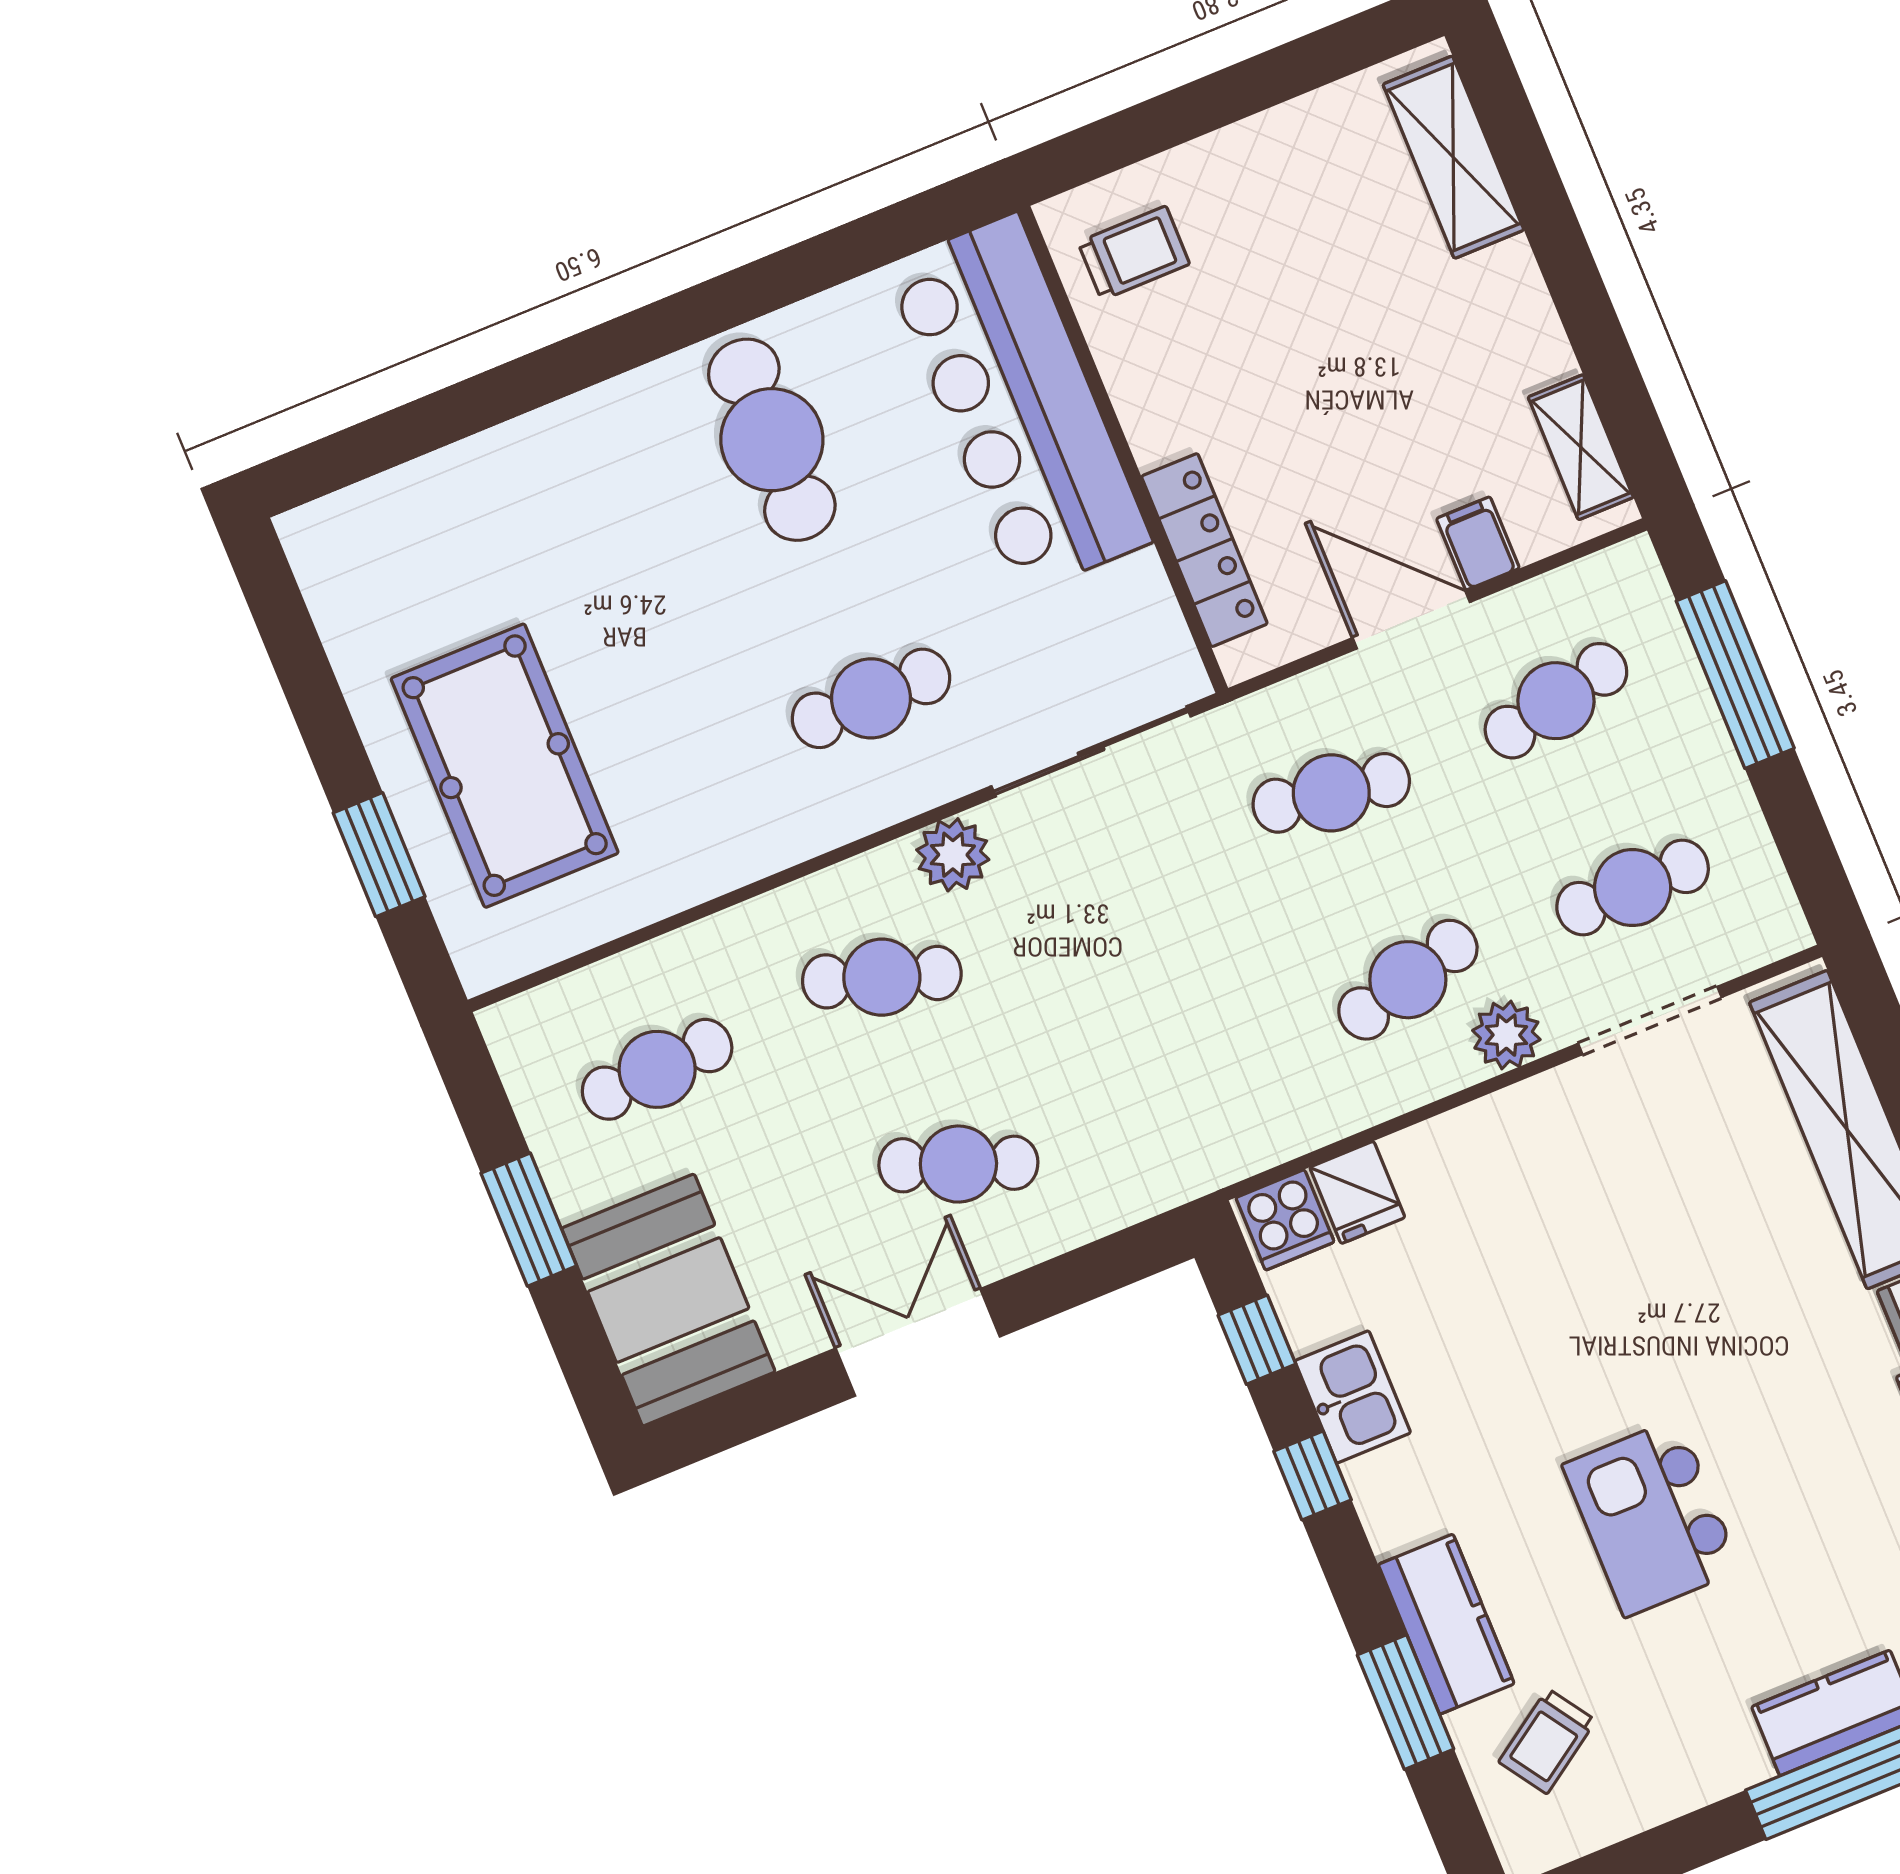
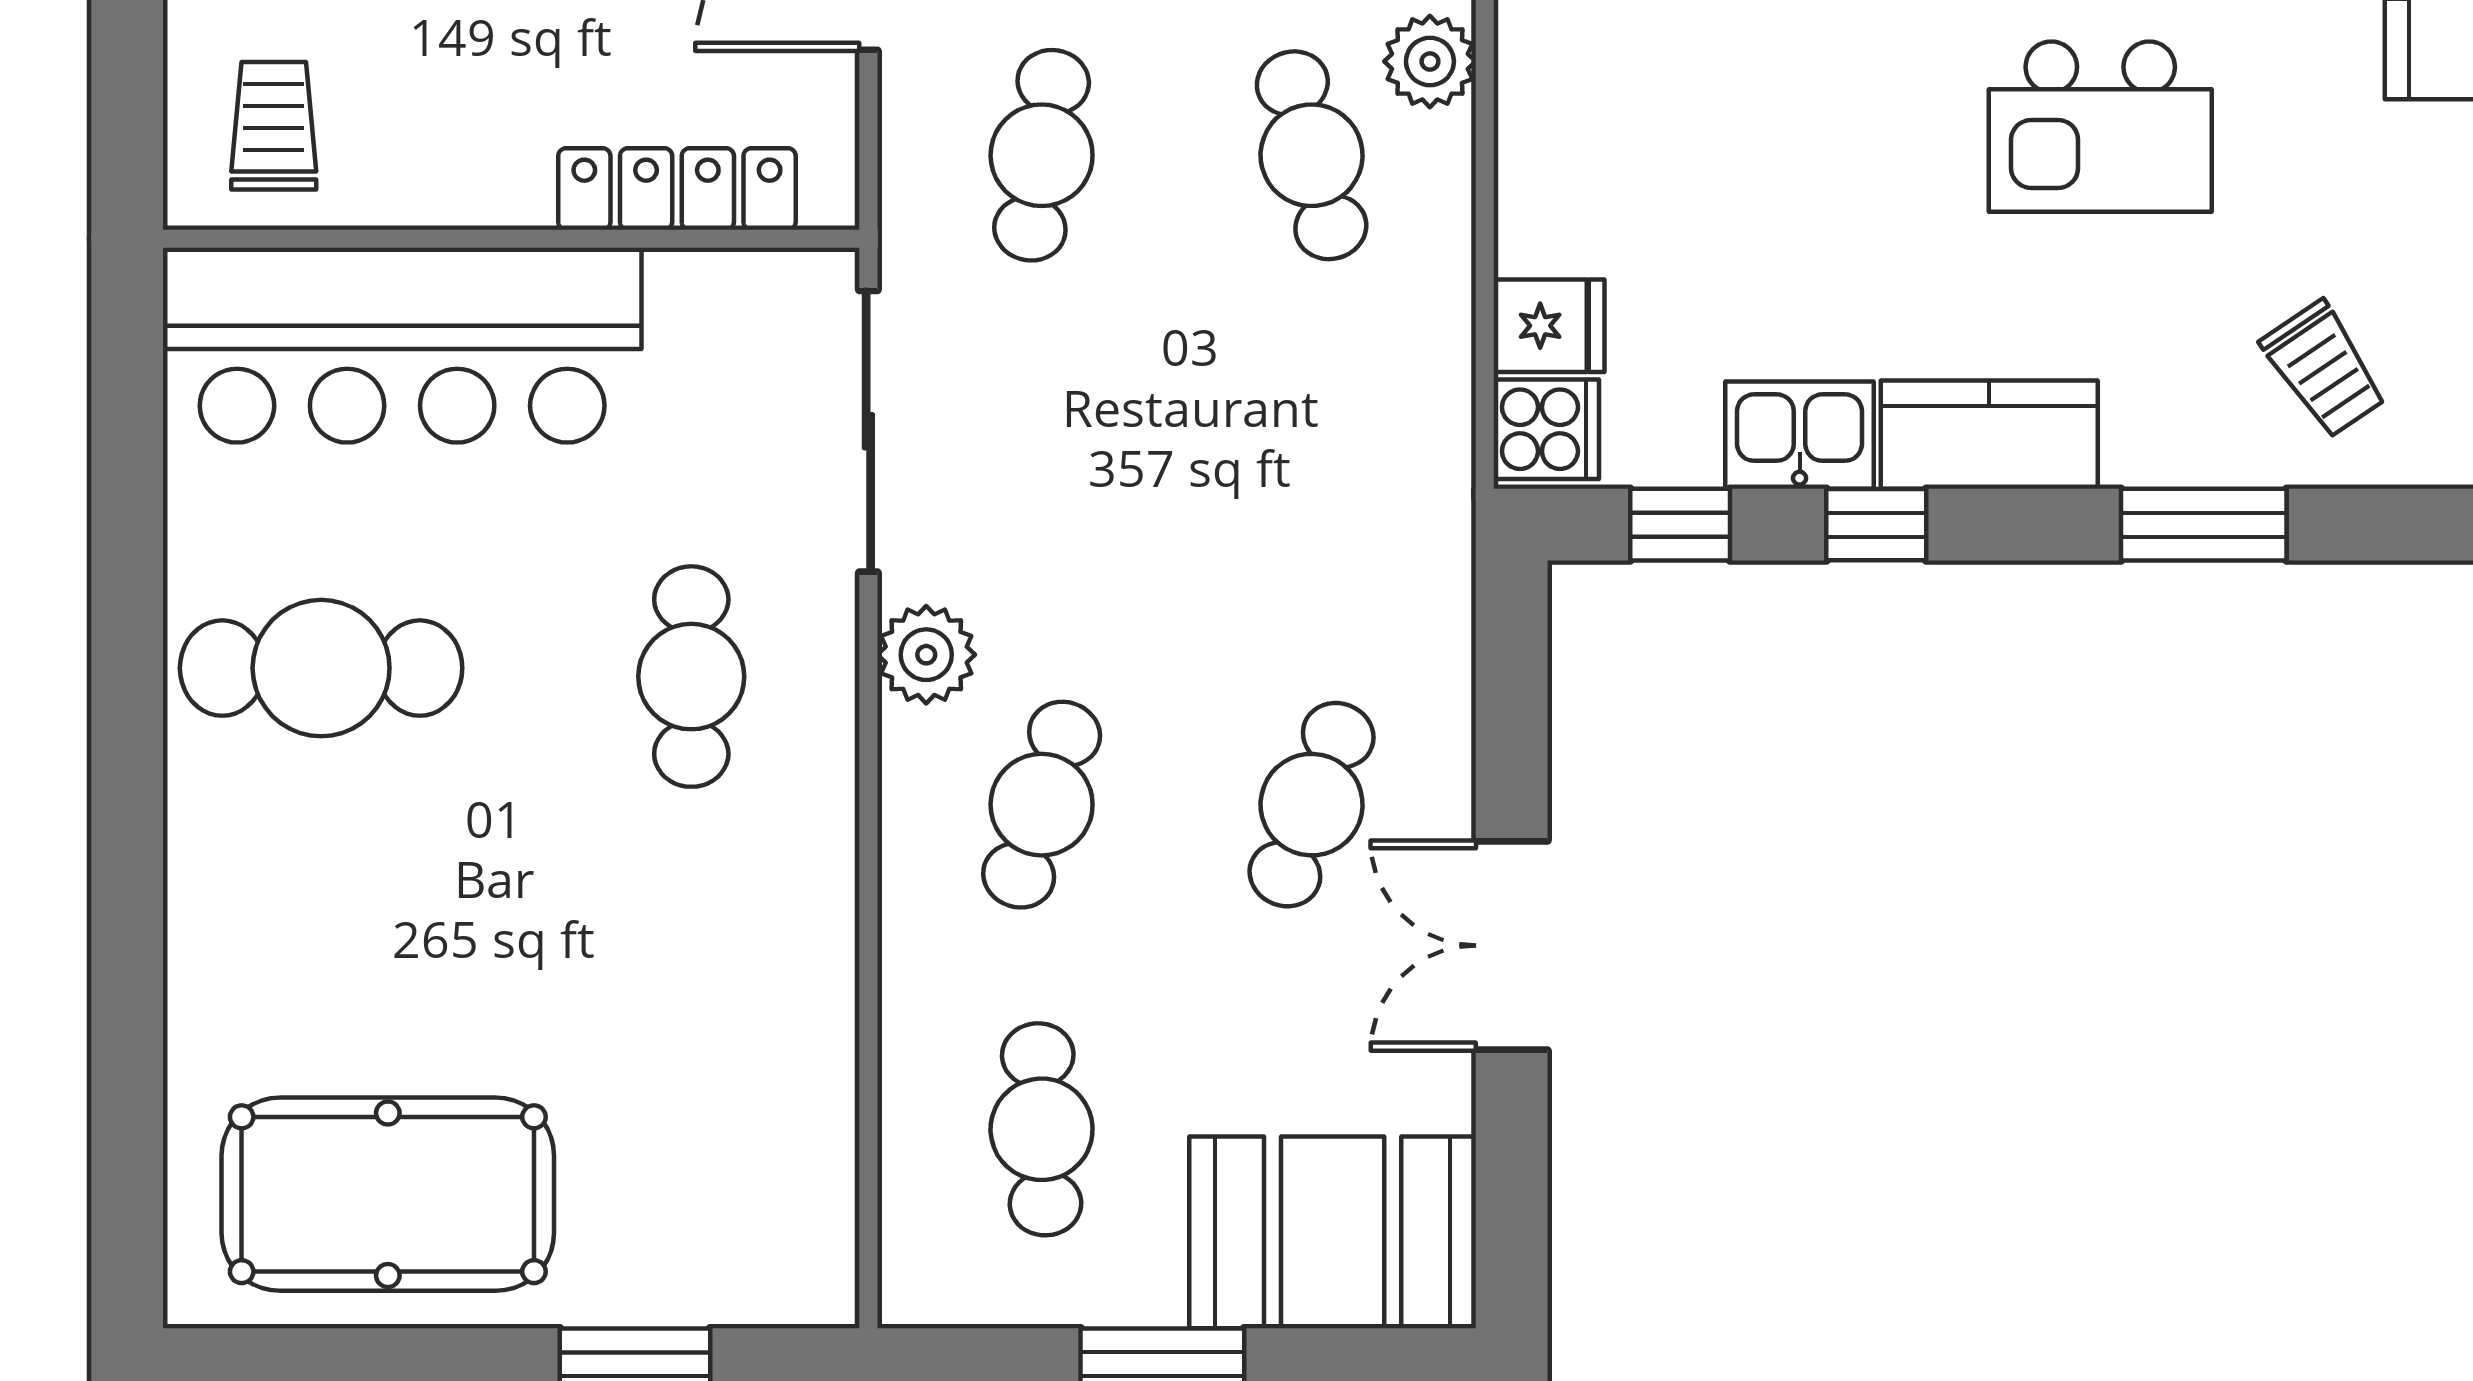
pool table: (505, 766) -> (388, 1194), moved
kitchen counter: (1446, 1624) -> (1989, 435), moved

